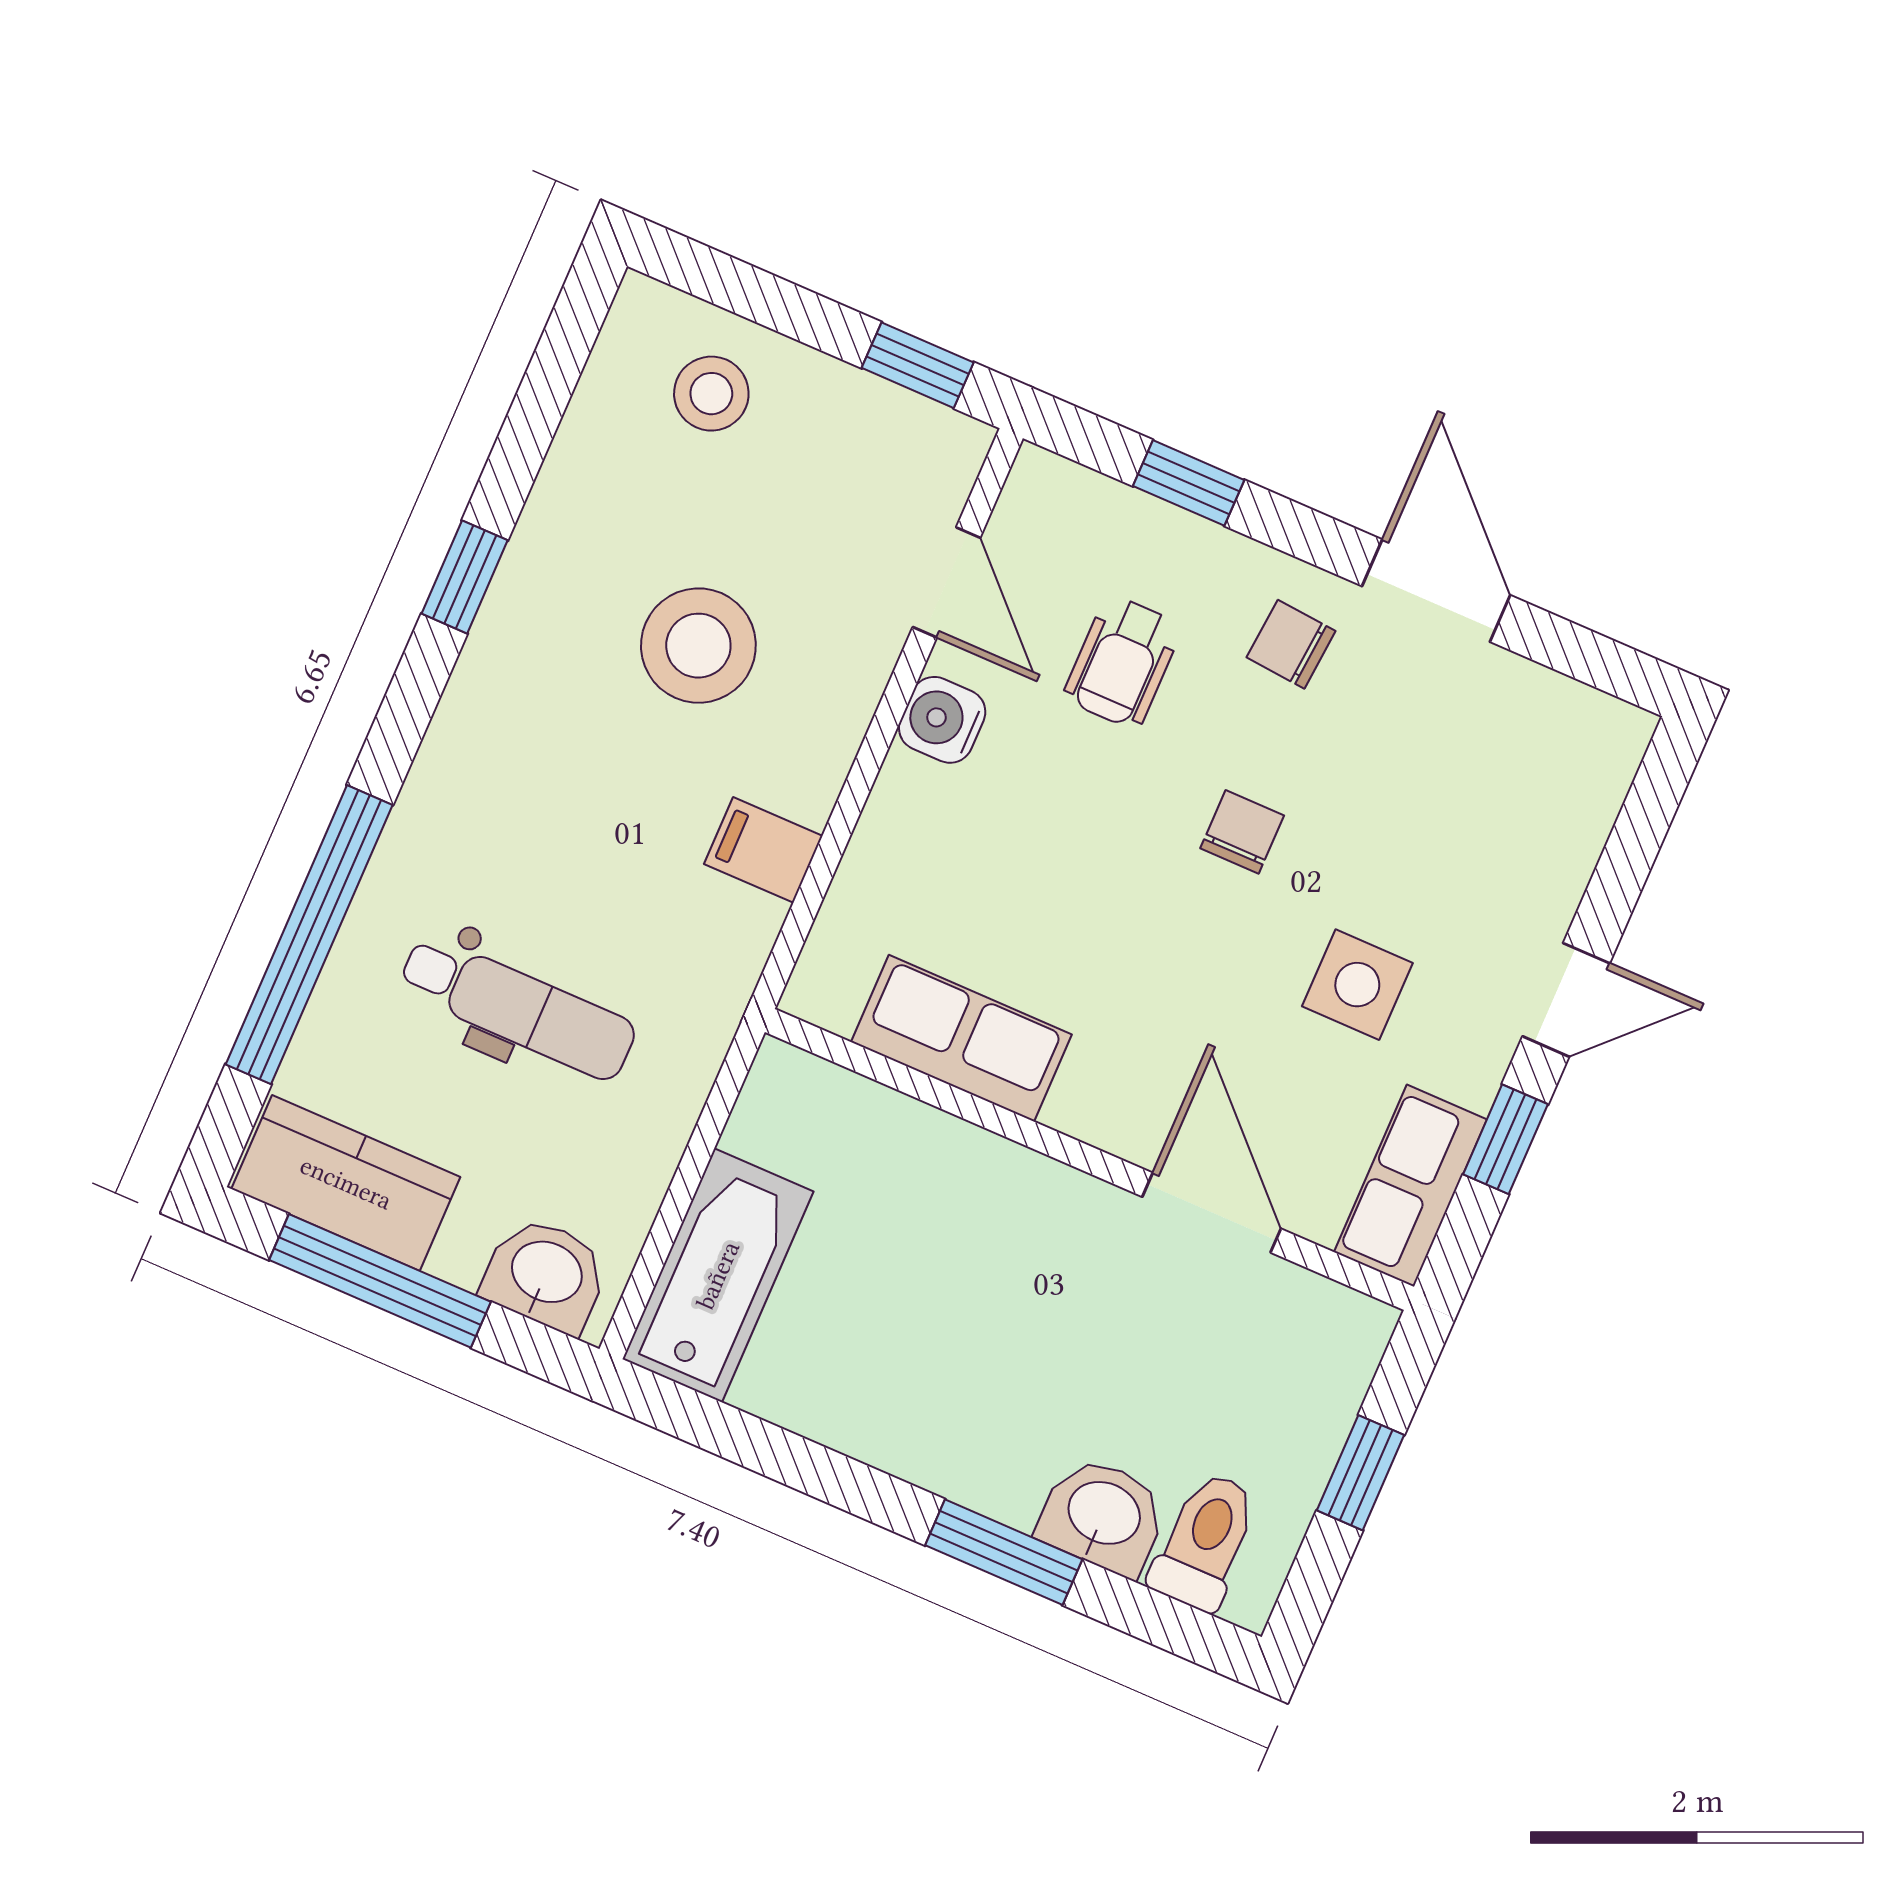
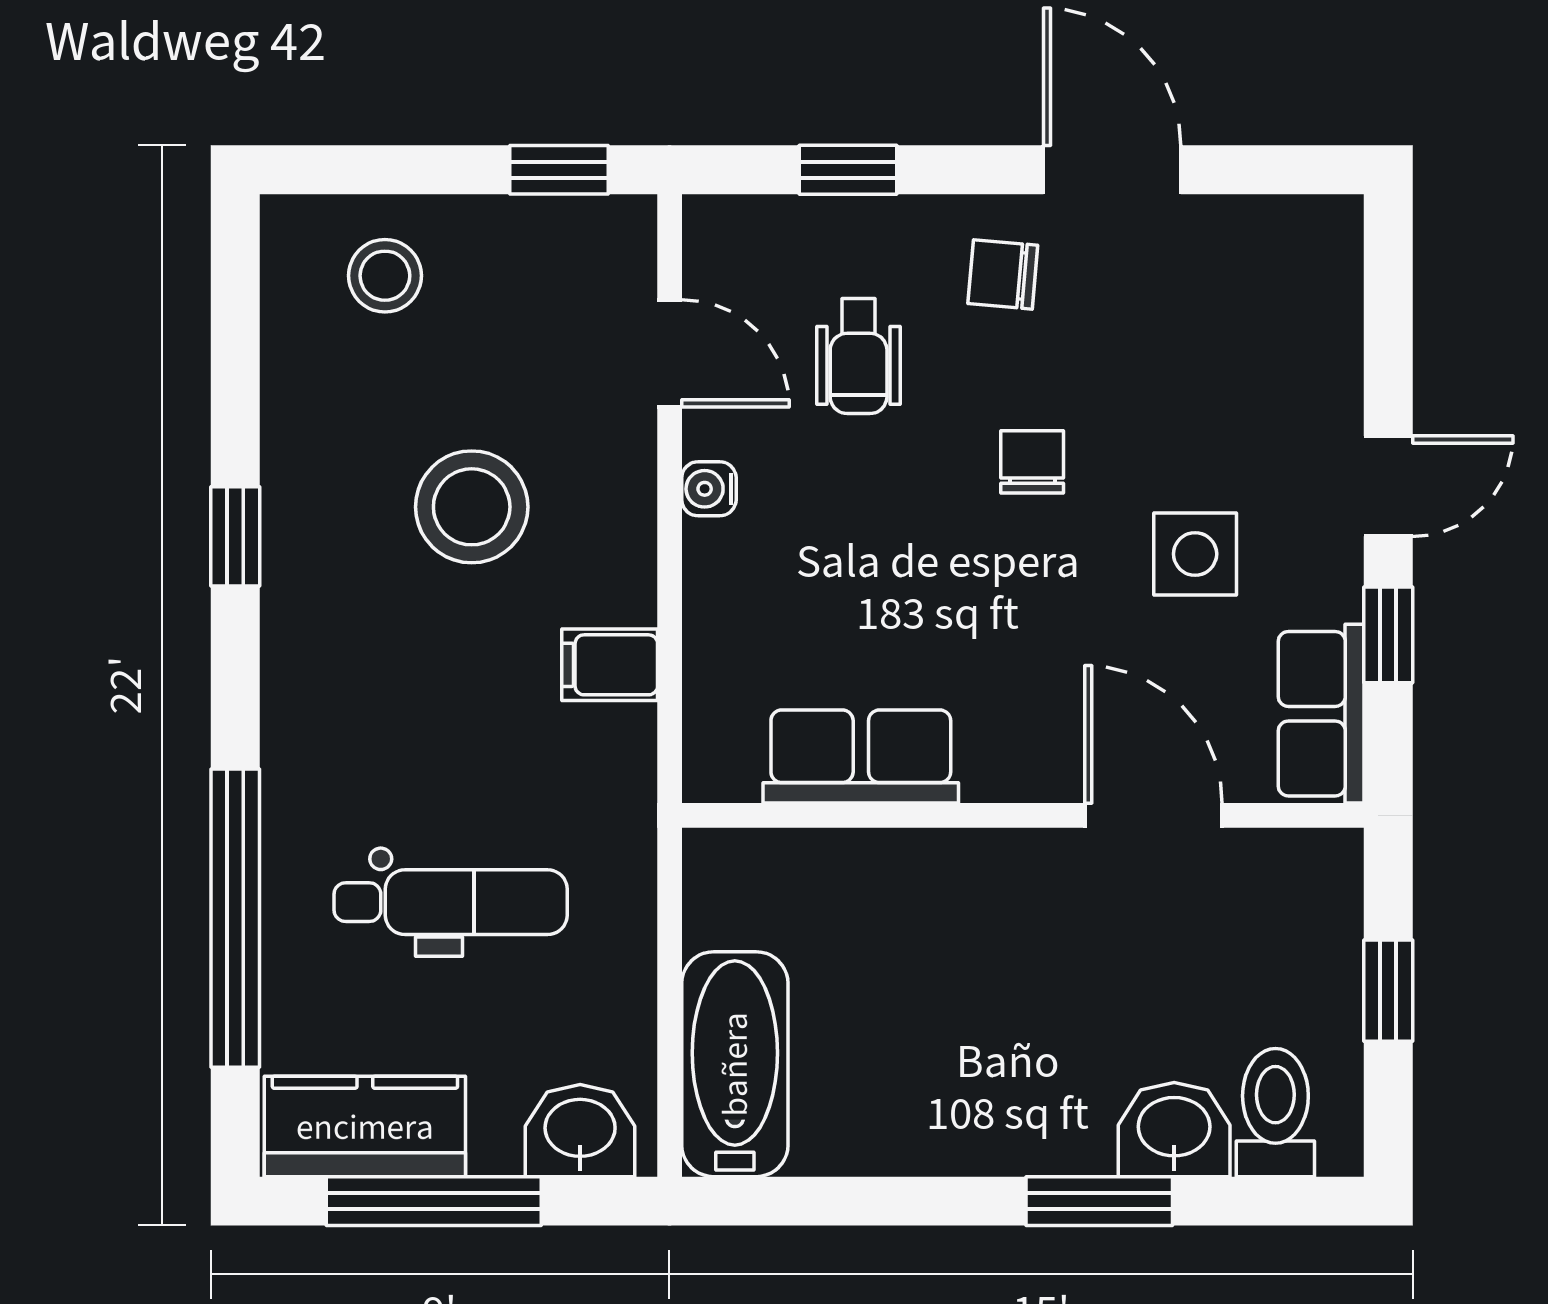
water cooler: (942, 720) -> (709, 489), width x0.72, depth x0.72

